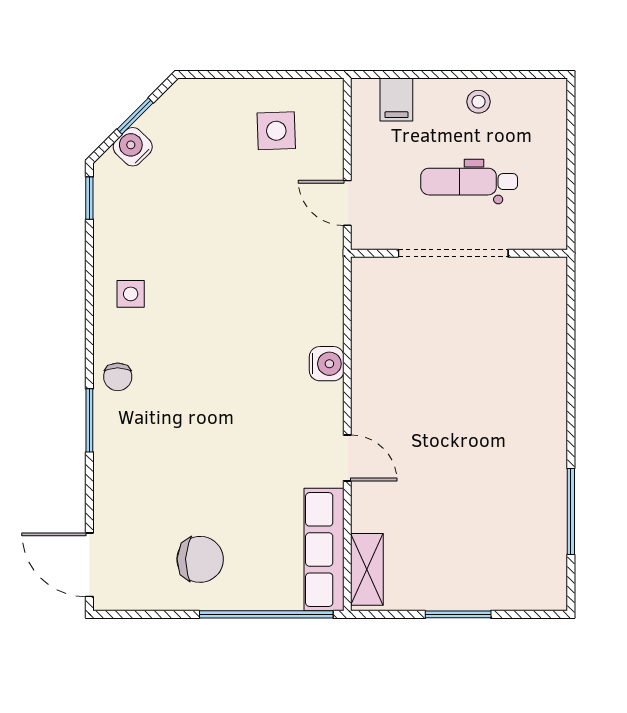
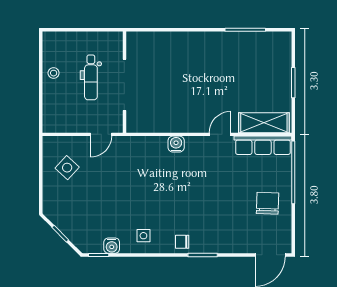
filing cabinet: (396, 100) -> (53, 111), removed
side table: (276, 131) -> (67, 168), turned 45
water cooler: (133, 147) -> (112, 246), moved, turned -45
chair: (118, 377) -> (182, 242), turned 180
shelving: (367, 569) -> (264, 123), width x1.50, depth x1.33

